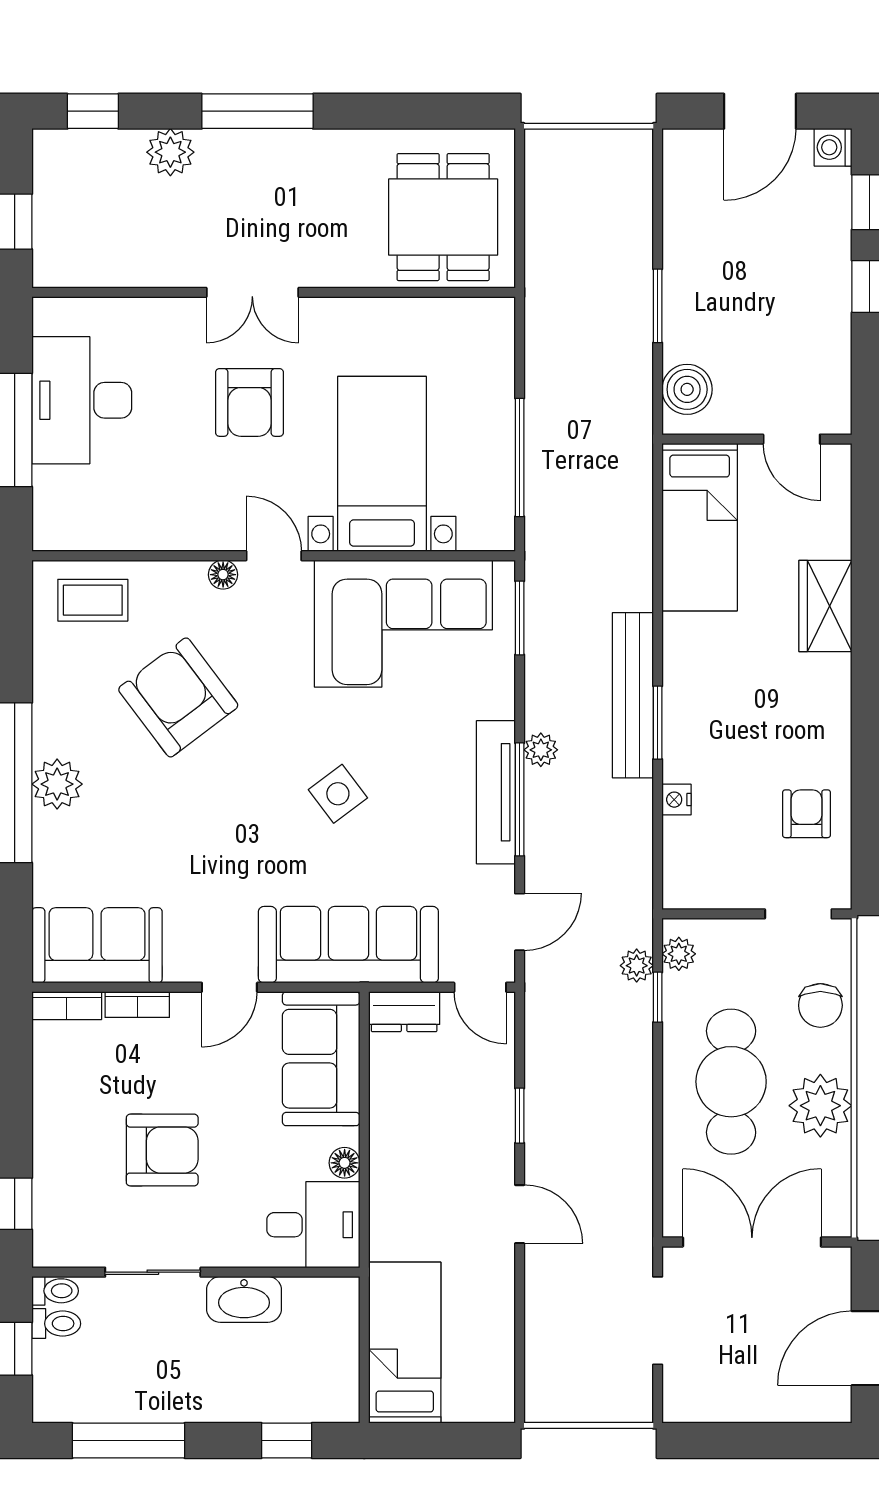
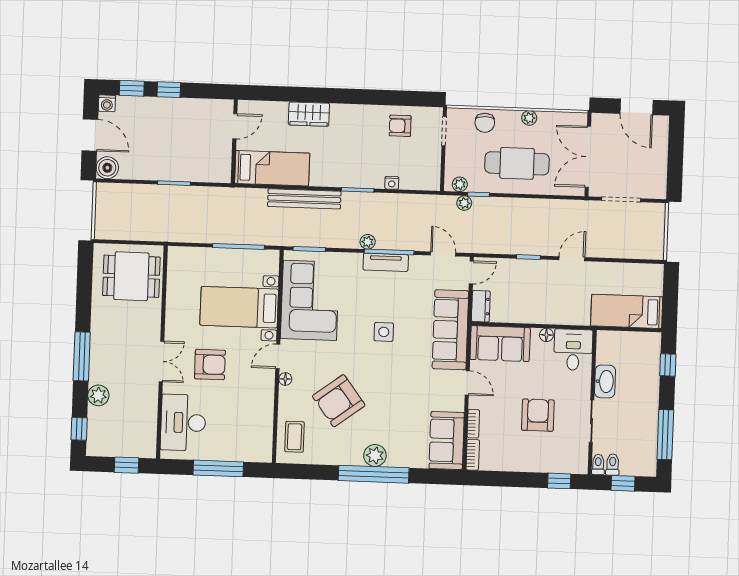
boiler: (687, 389) -> (107, 168), moved
desk: (82, 400) -> (183, 423), moved, turned 90
bench: (633, 695) -> (304, 199), moved
tv unit: (496, 792) -> (386, 262), width x0.71
side table: (338, 794) -> (384, 332), turned 37
chair: (820, 1005) -> (485, 123), turned 90
plant: (820, 1106) -> (529, 118), width x0.53, depth x0.53

